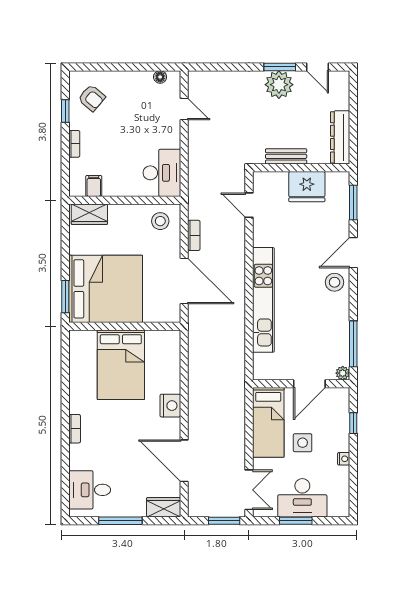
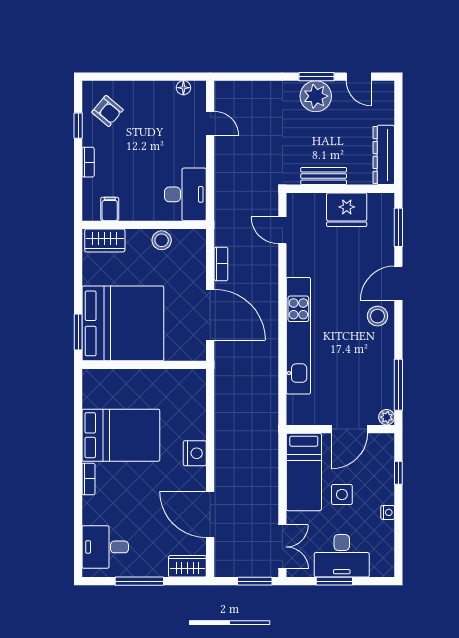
stool: (160, 221) -> (162, 240), moved
bed: (121, 365) -> (121, 435), moved, turned -90

